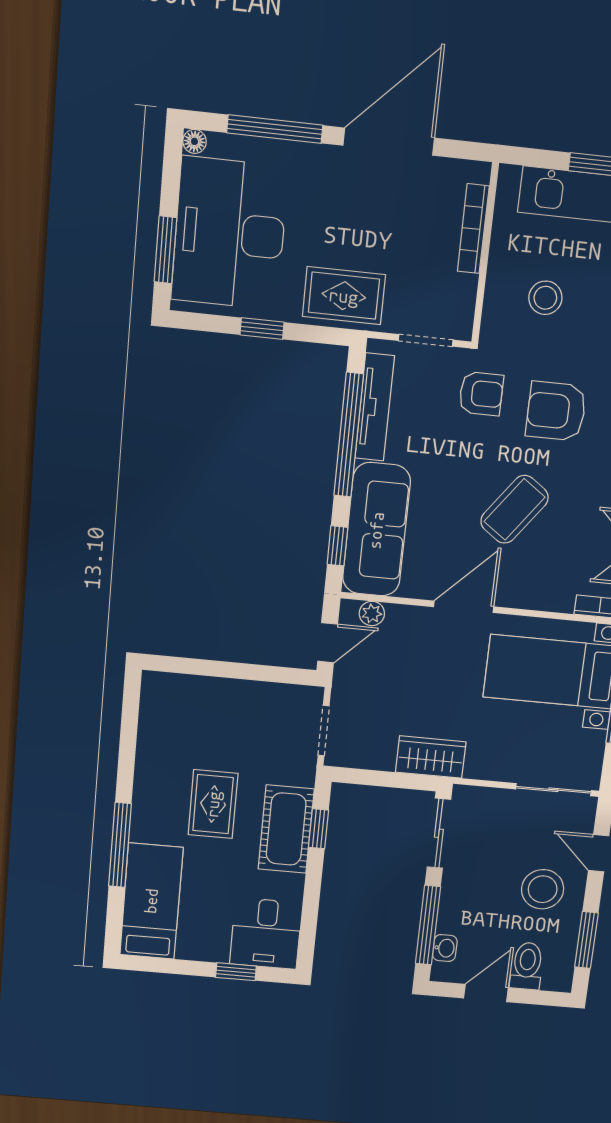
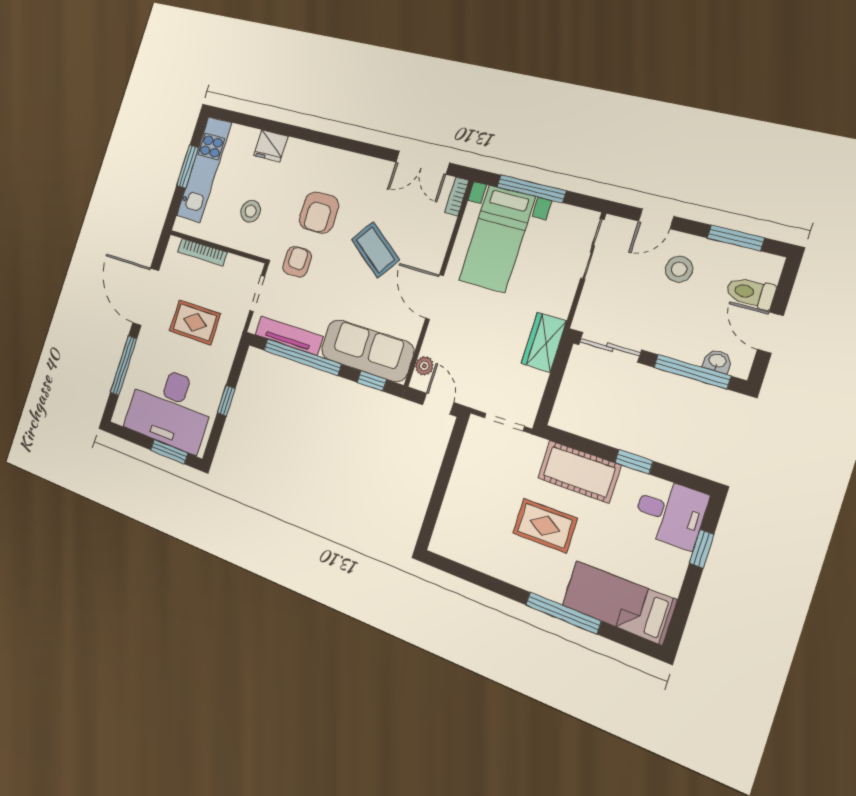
floor lamp: (195, 141) -> (118, 417), removed
rug: (344, 296) -> (195, 322), moved, turned 90
window: (319, 829) -> (634, 462), moved
stool: (543, 889) -> (679, 269), width x0.73, depth x0.73

